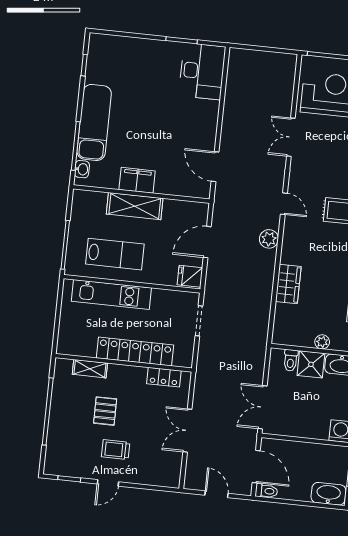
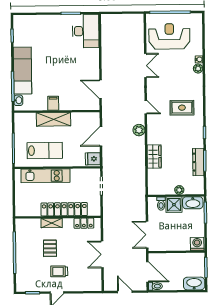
double door: (291, 137) -> (145, 66), swing flipped
filing cabinet: (137, 180) -> (53, 103), width x0.50
shelving: (90, 369) -> (52, 223), moved

